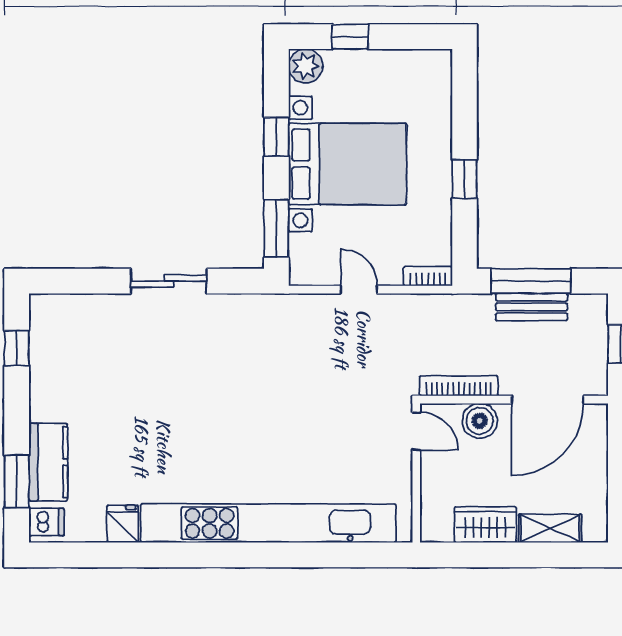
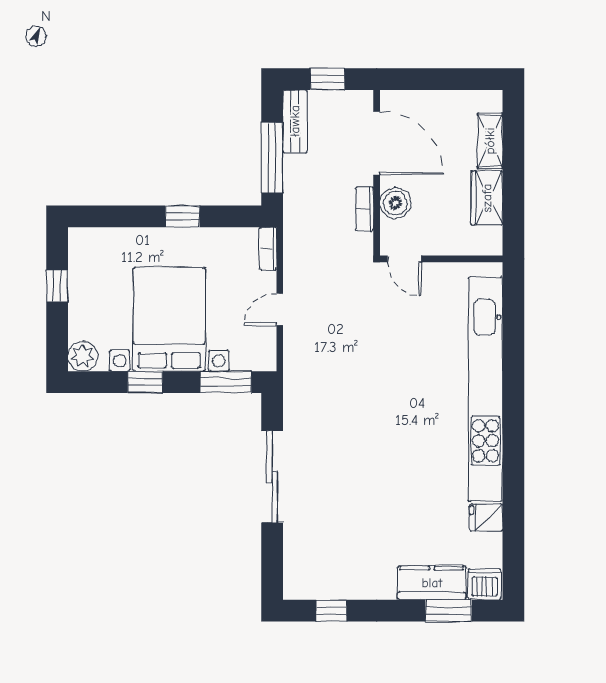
window: (350, 37) -> (57, 286), moved
sliding door: (169, 281) -> (272, 477), width x1.37
bench: (532, 307) -> (295, 121), moved
bookcase: (459, 386) -> (365, 209), width x0.64
door: (416, 431) -> (404, 259), swing flipped
dishwasher: (46, 522) -> (484, 584), width x1.38

